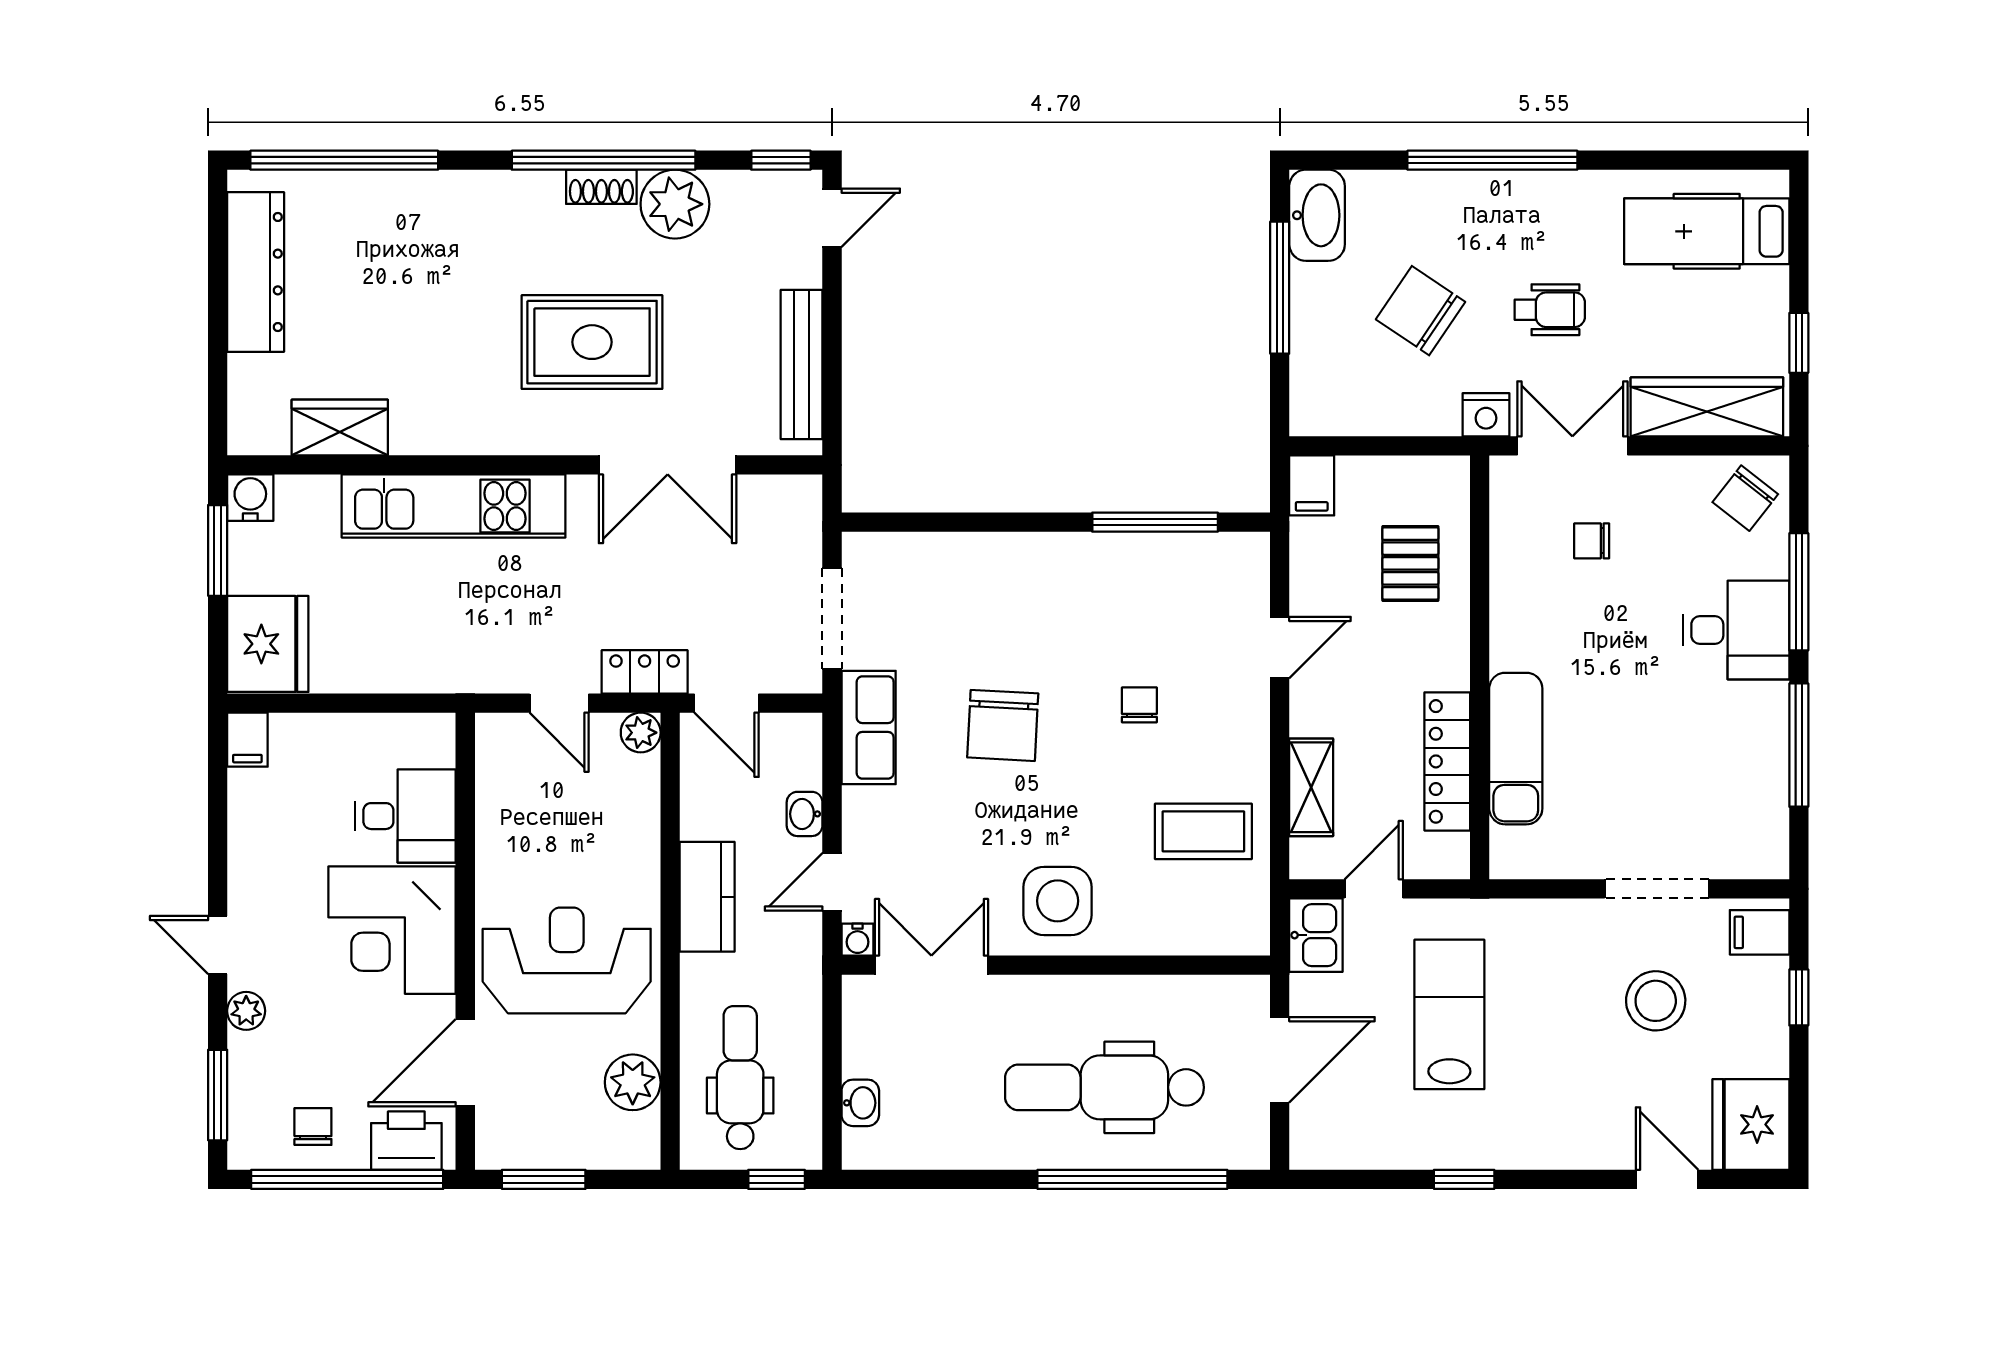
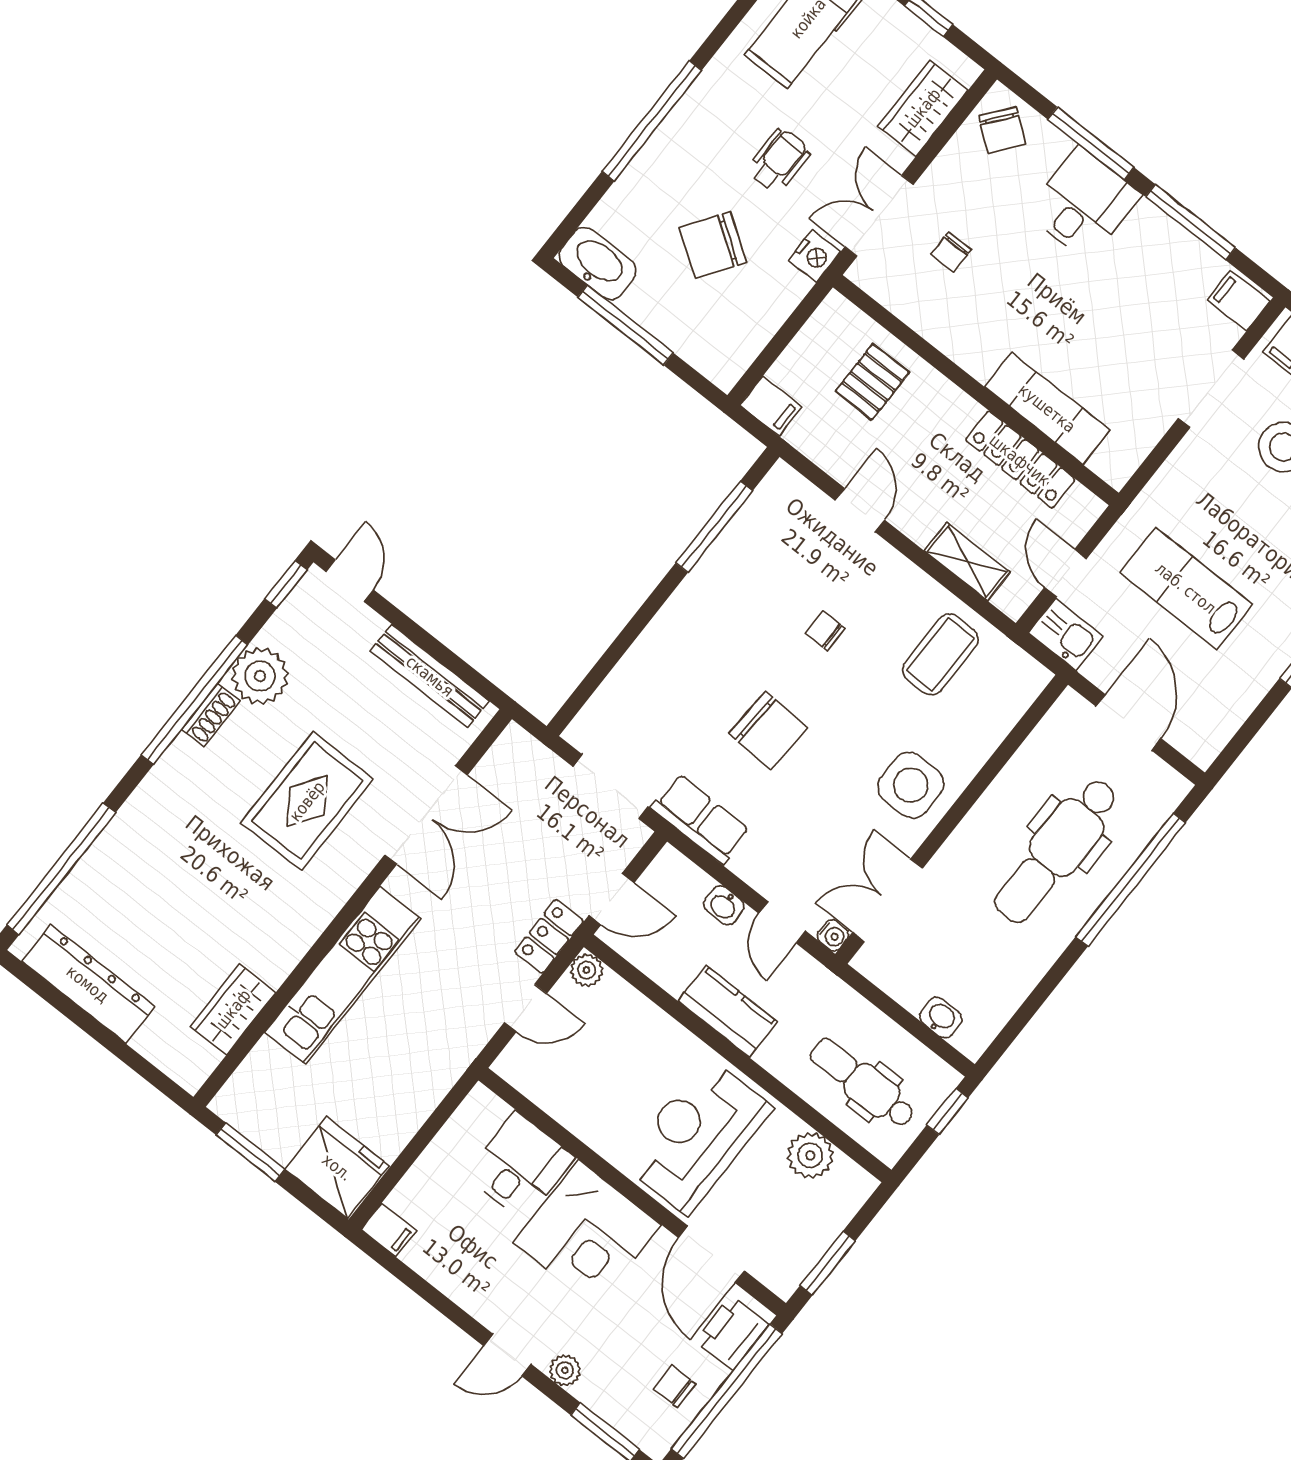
wardrobe: (1707, 407) -> (923, 108), width x0.67
water cooler: (250, 498) -> (233, 1104), removed
pallet: (1410, 563) -> (872, 382), turned 90
filing cabinet: (1760, 849) -> (1238, 301), added

